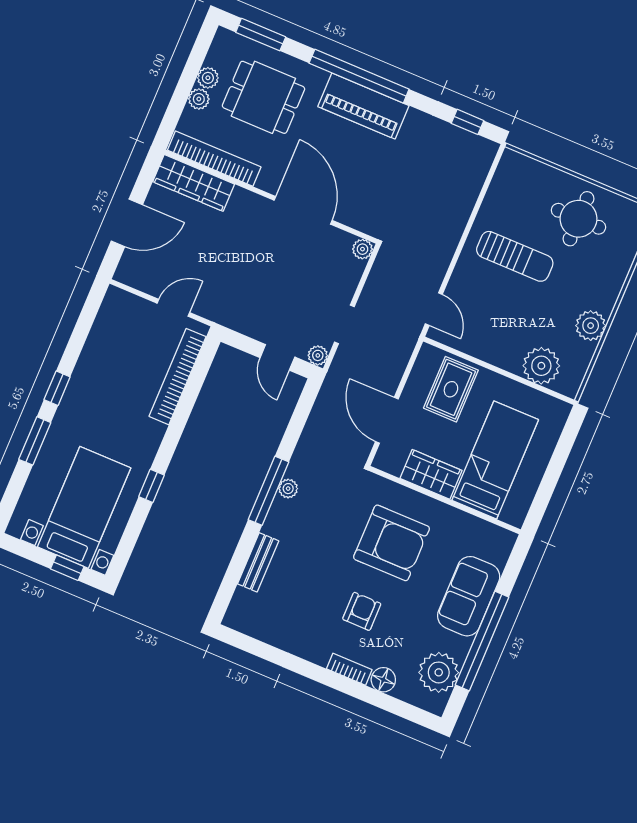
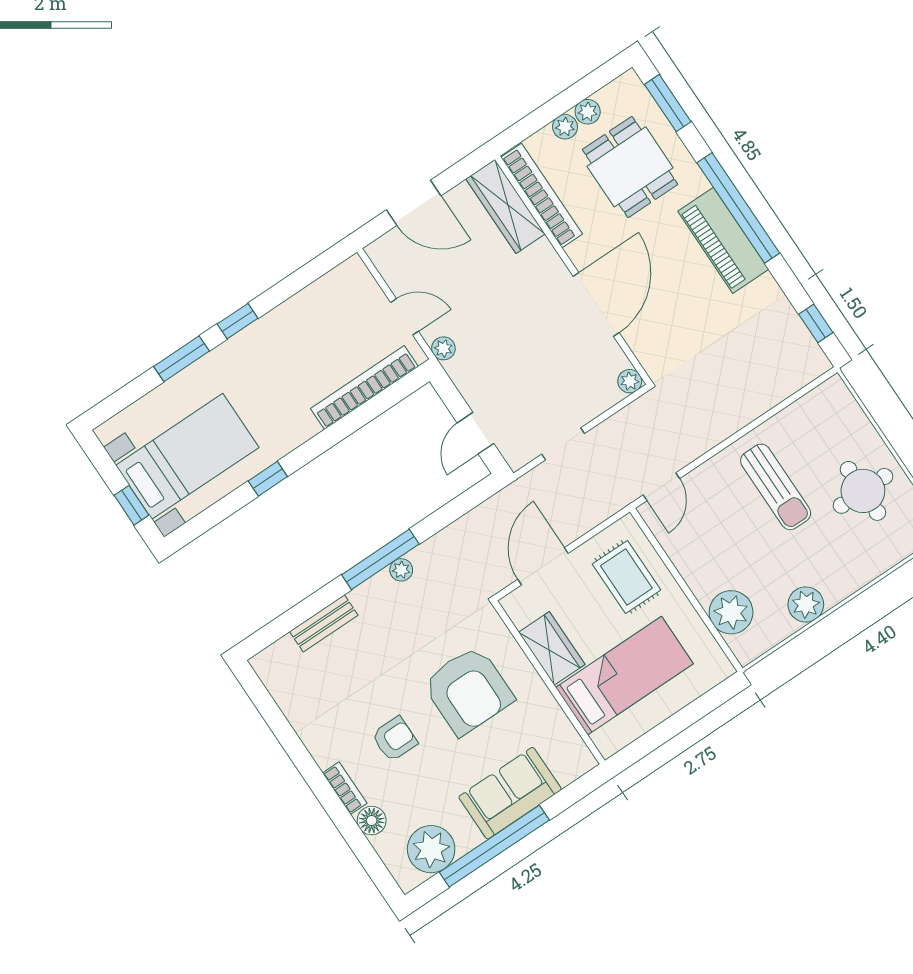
plant: (318, 355) -> (443, 348), moved
rug: (451, 389) -> (626, 577), turned 90

